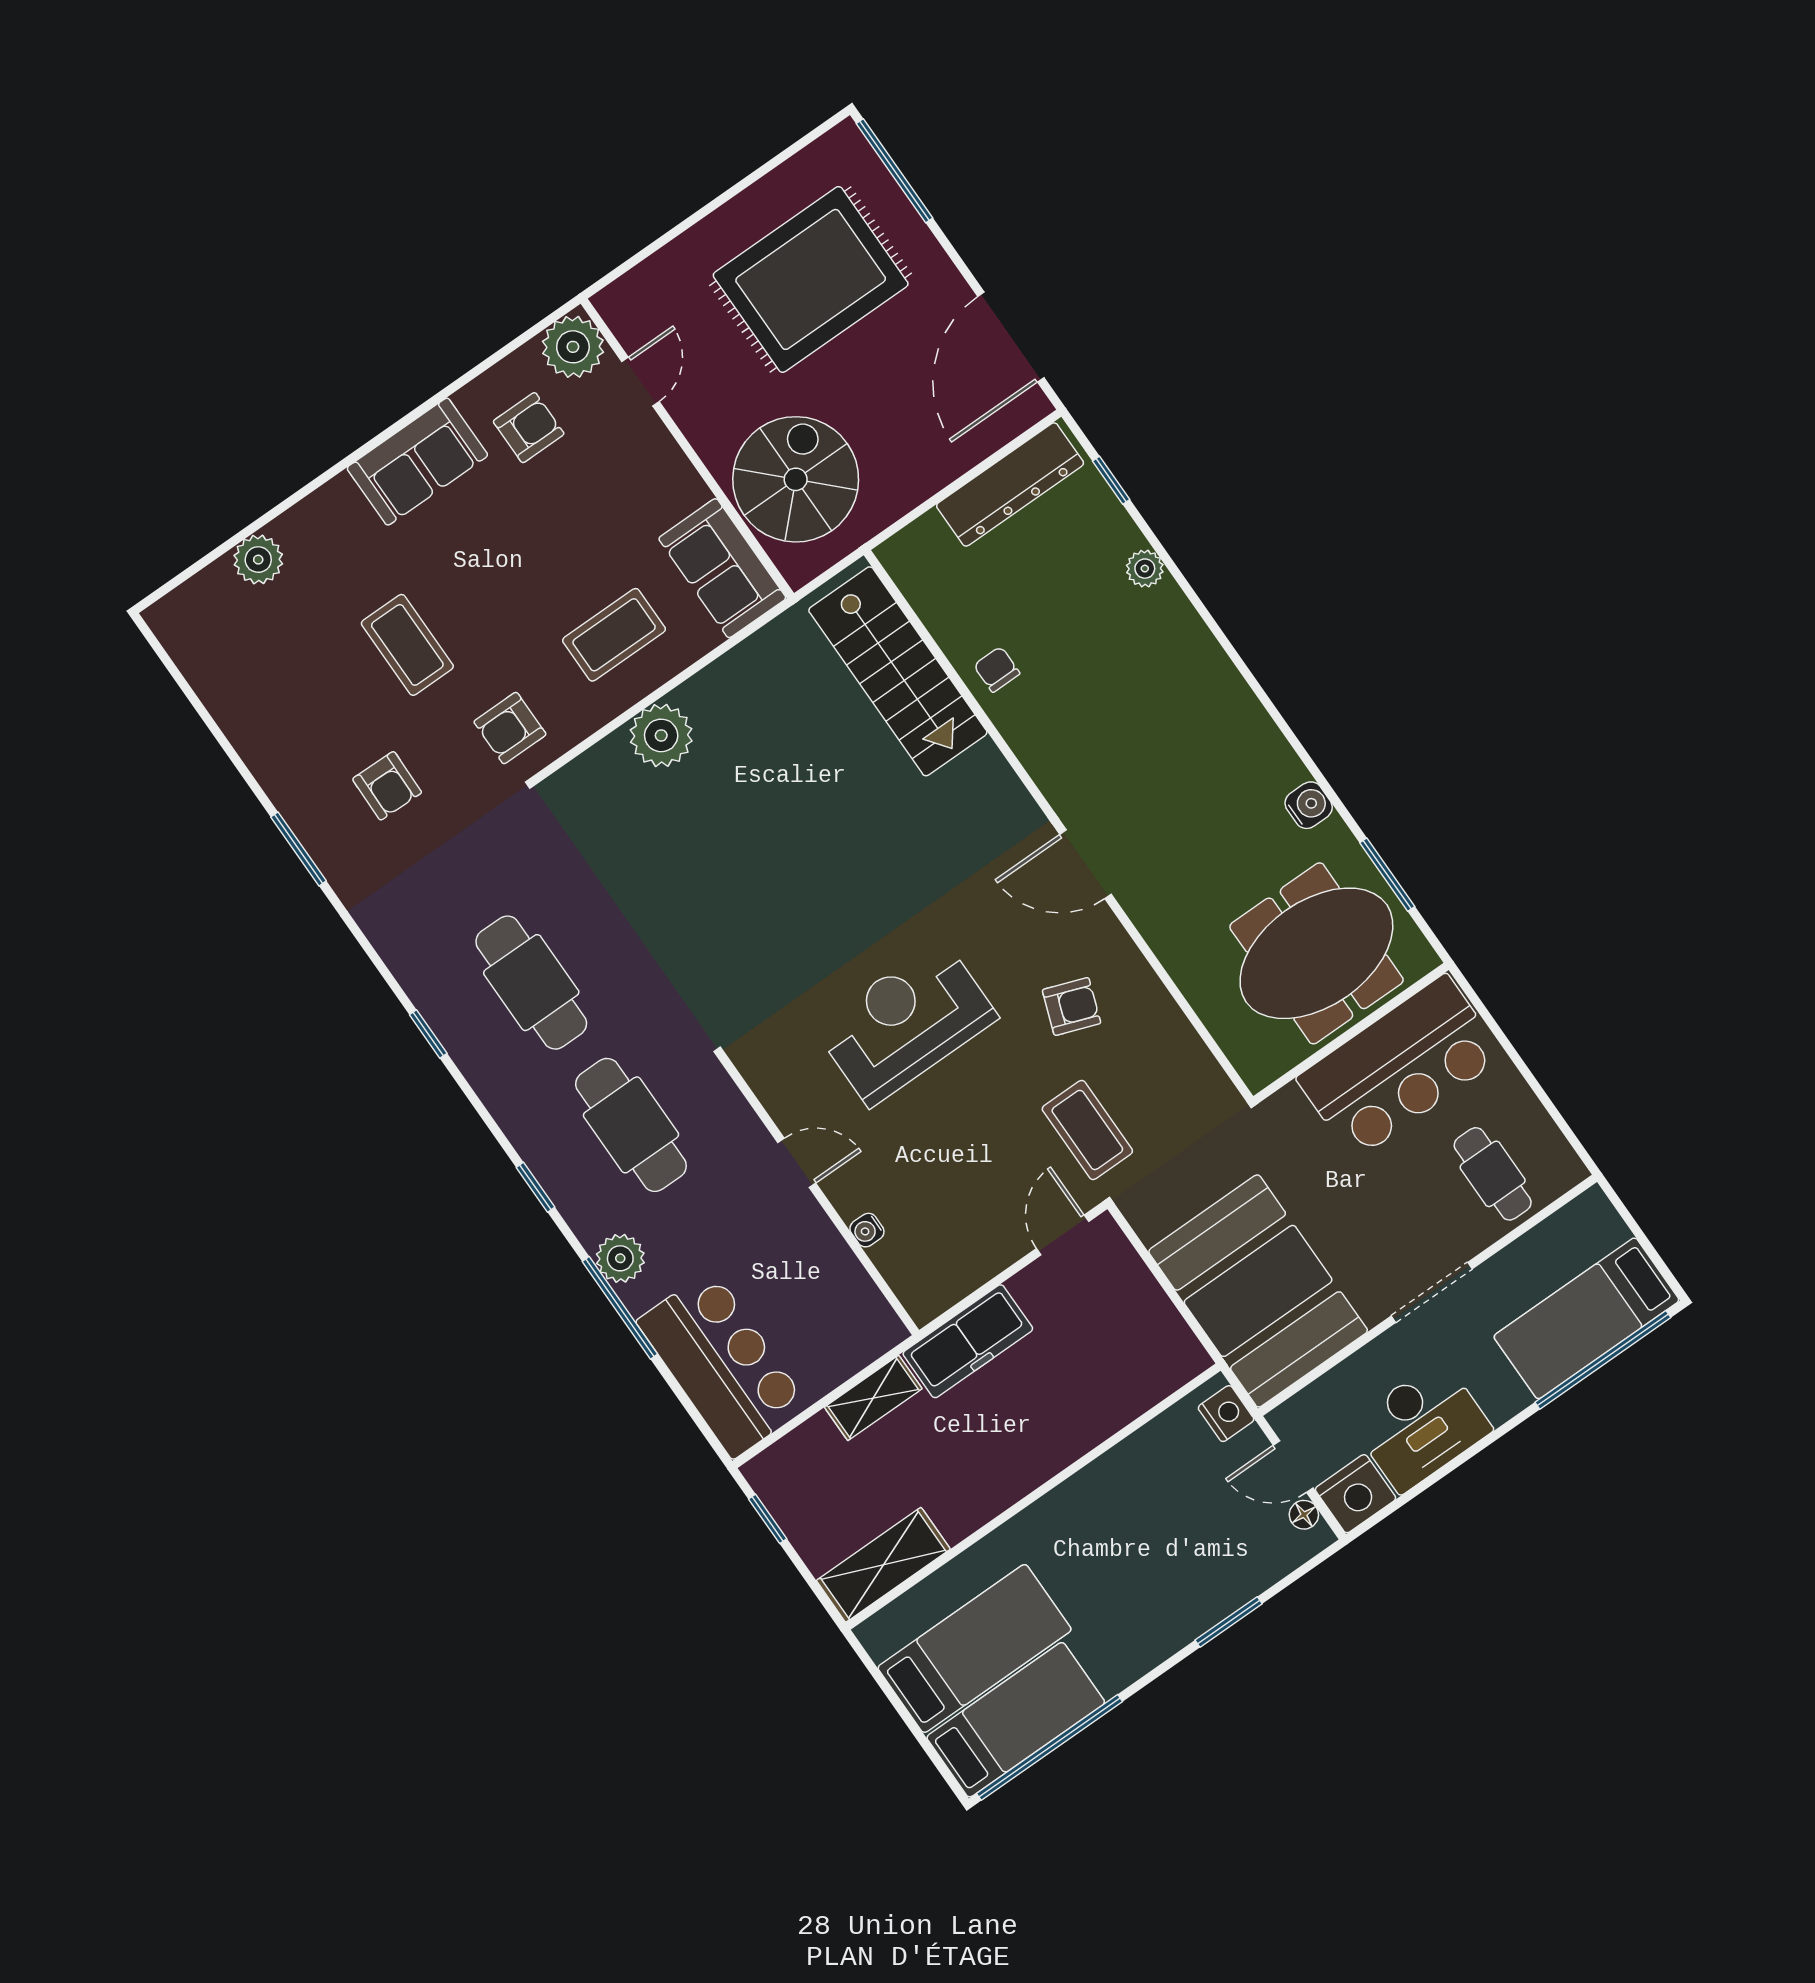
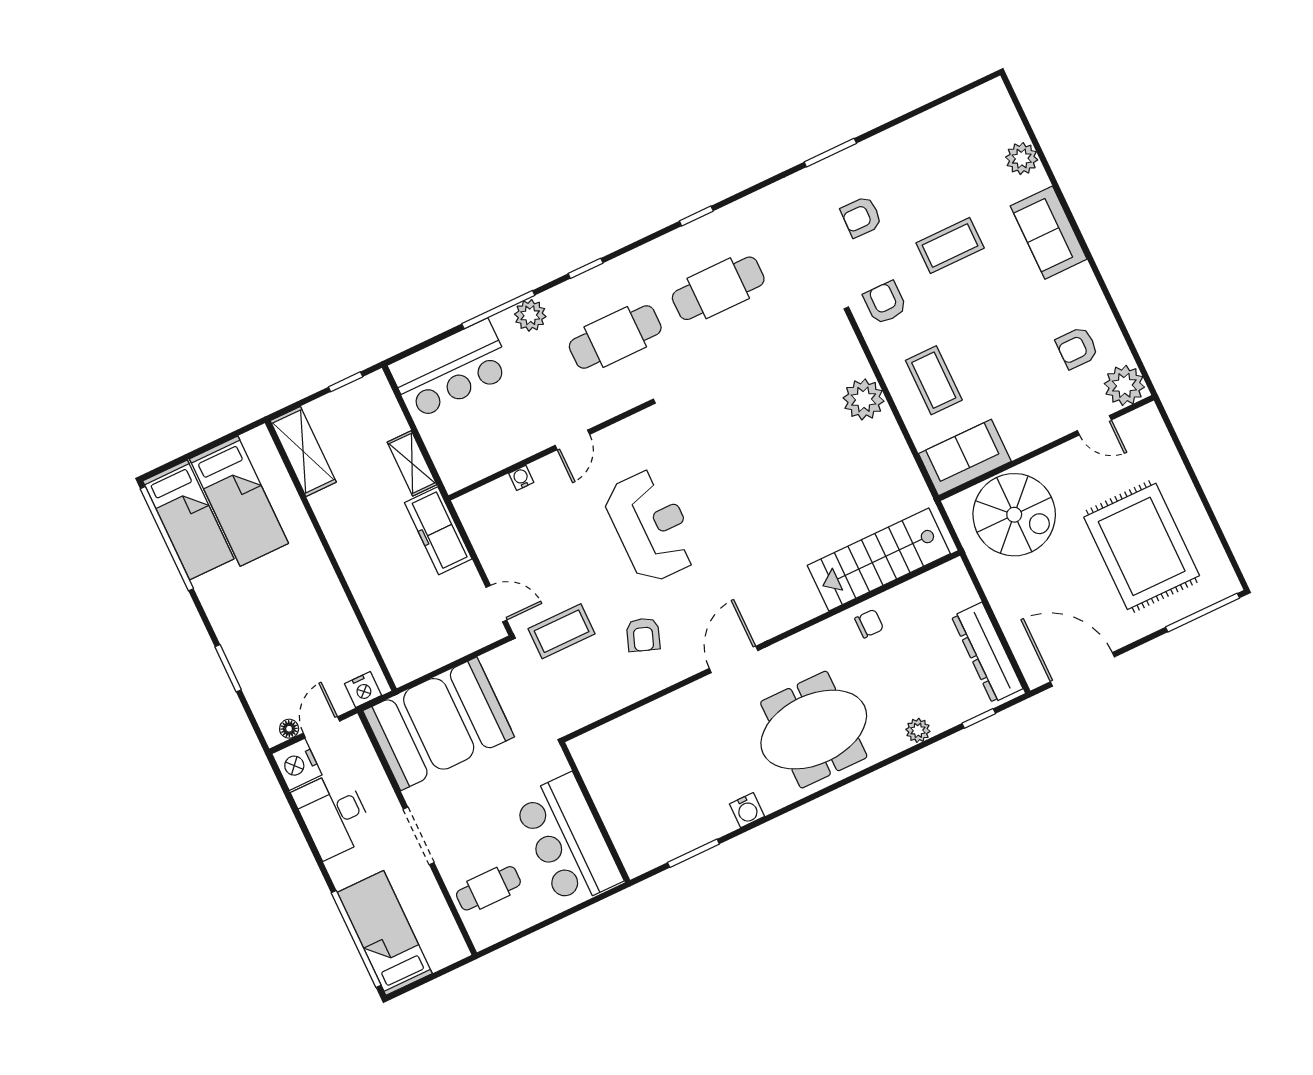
armchair: (529, 428) -> (1077, 348), turned 90
sofa: (417, 462) -> (1049, 233), moved
meeting table: (1316, 953) -> (814, 730), moved, turned 90

